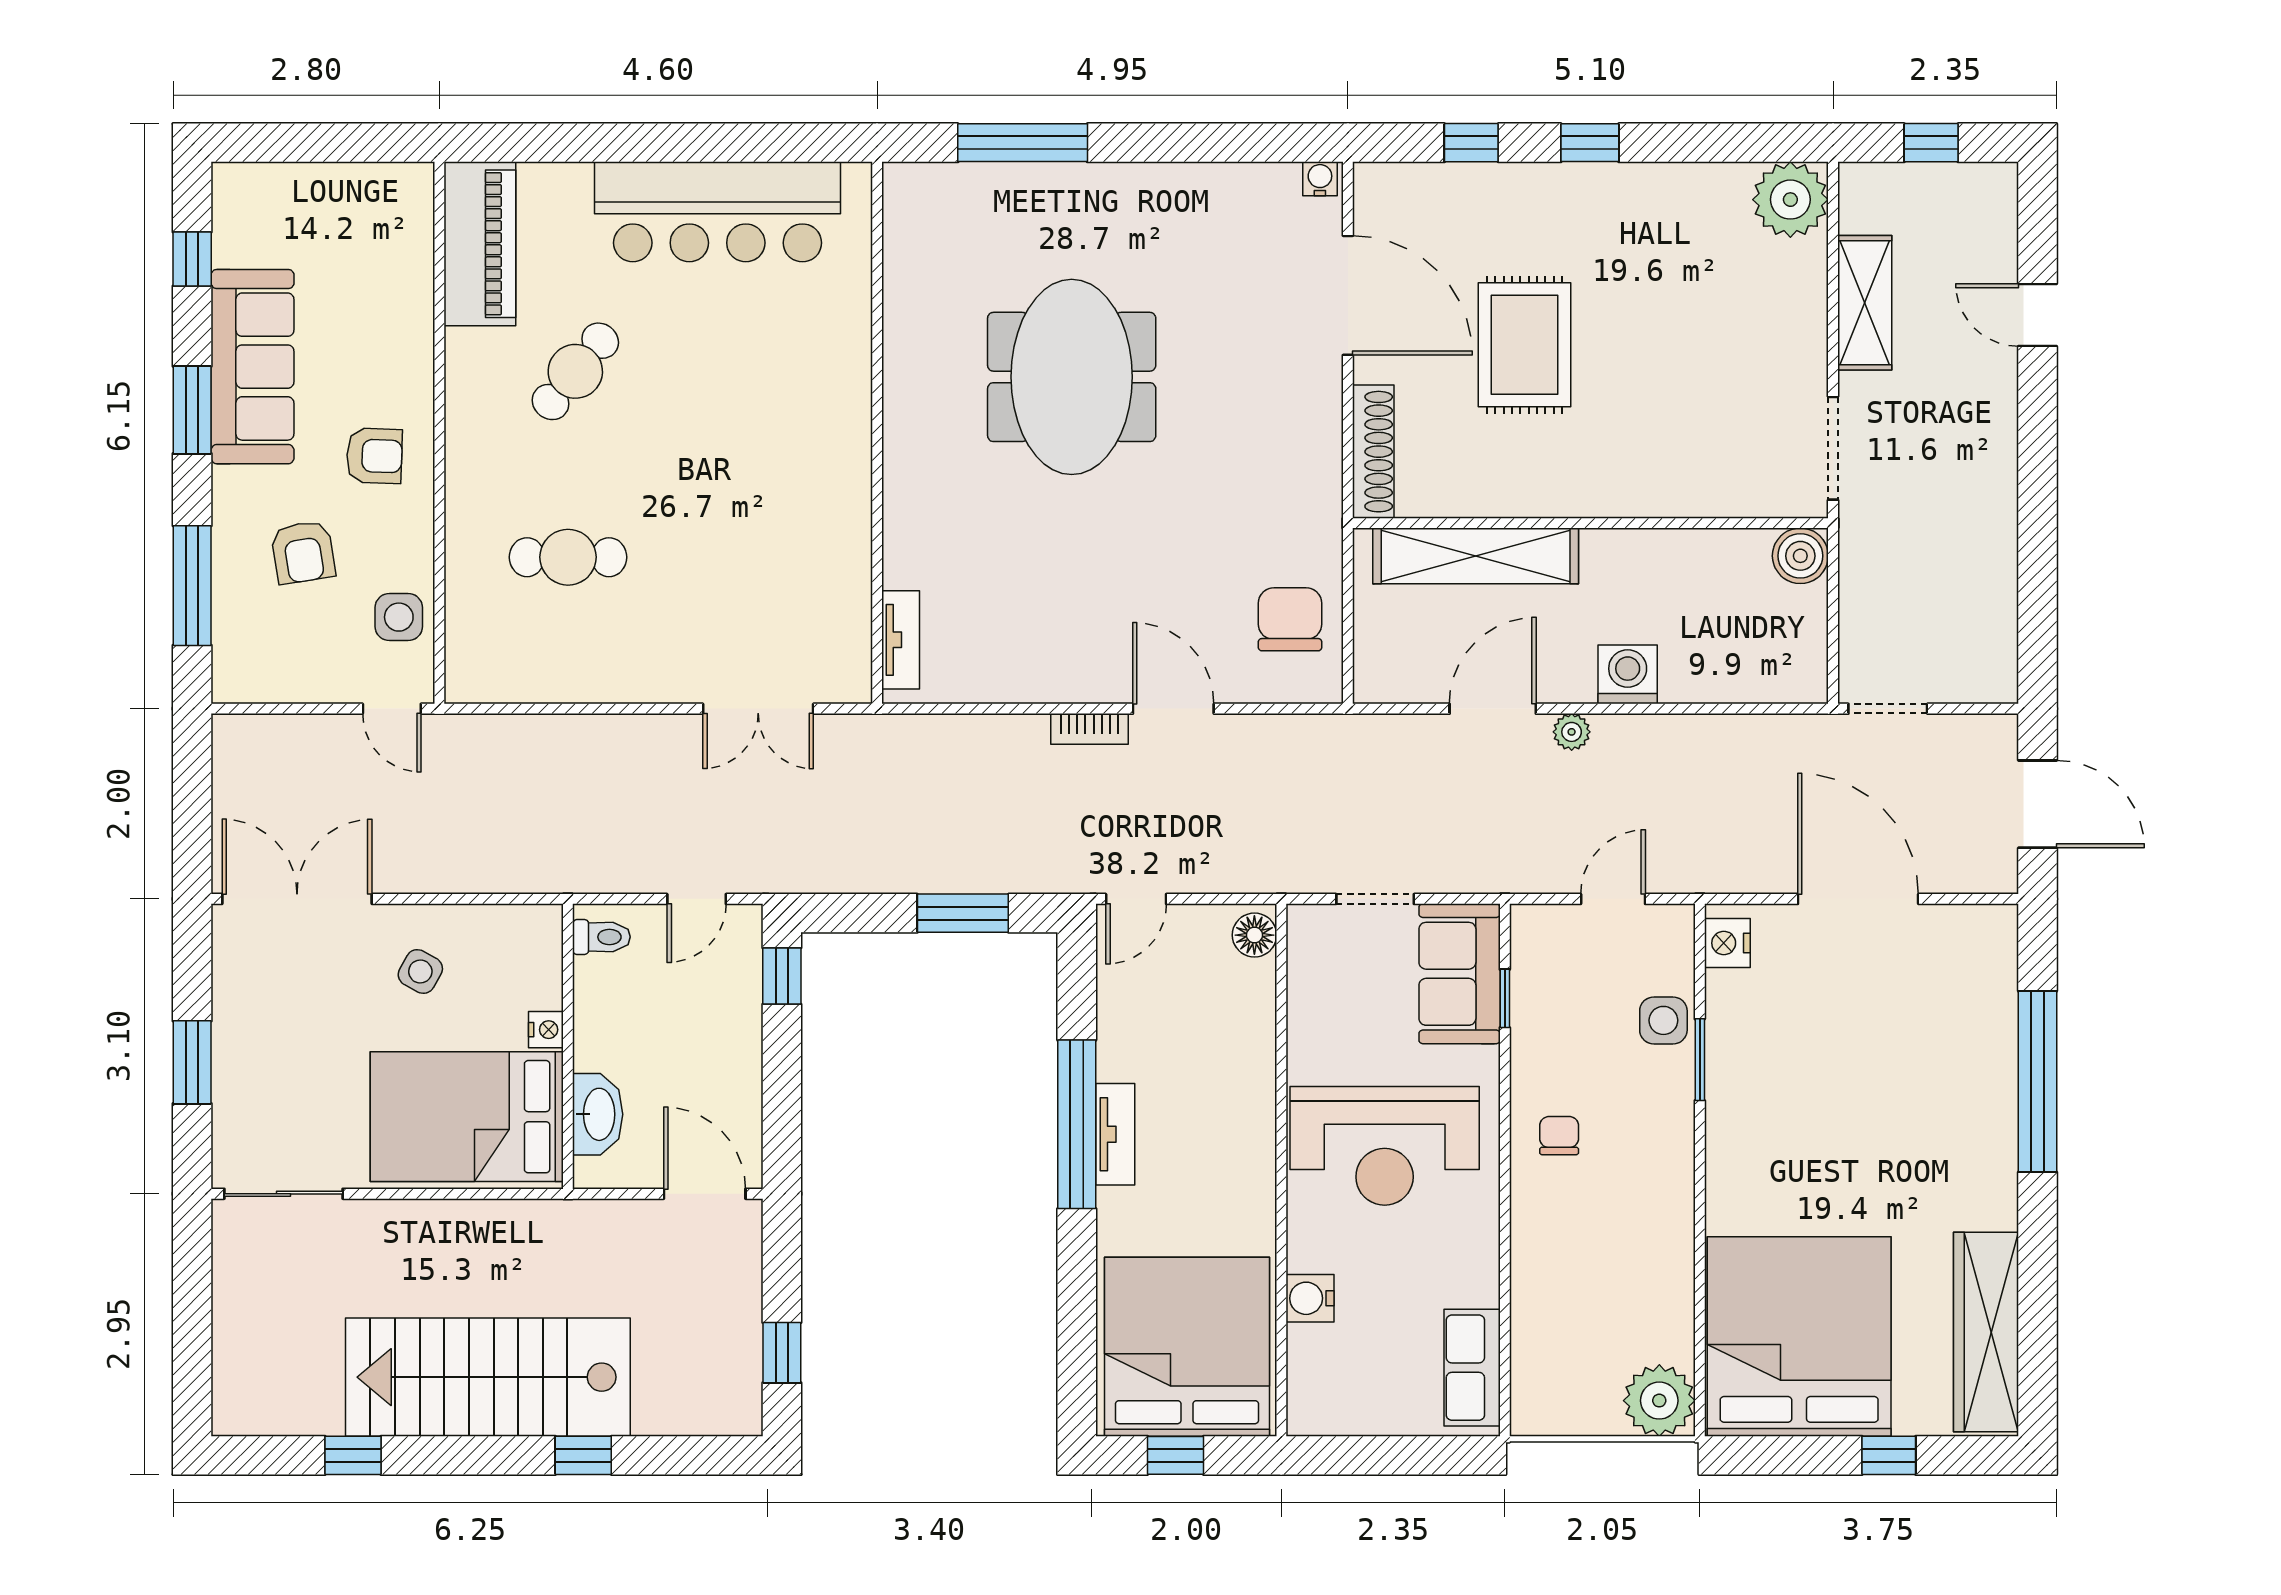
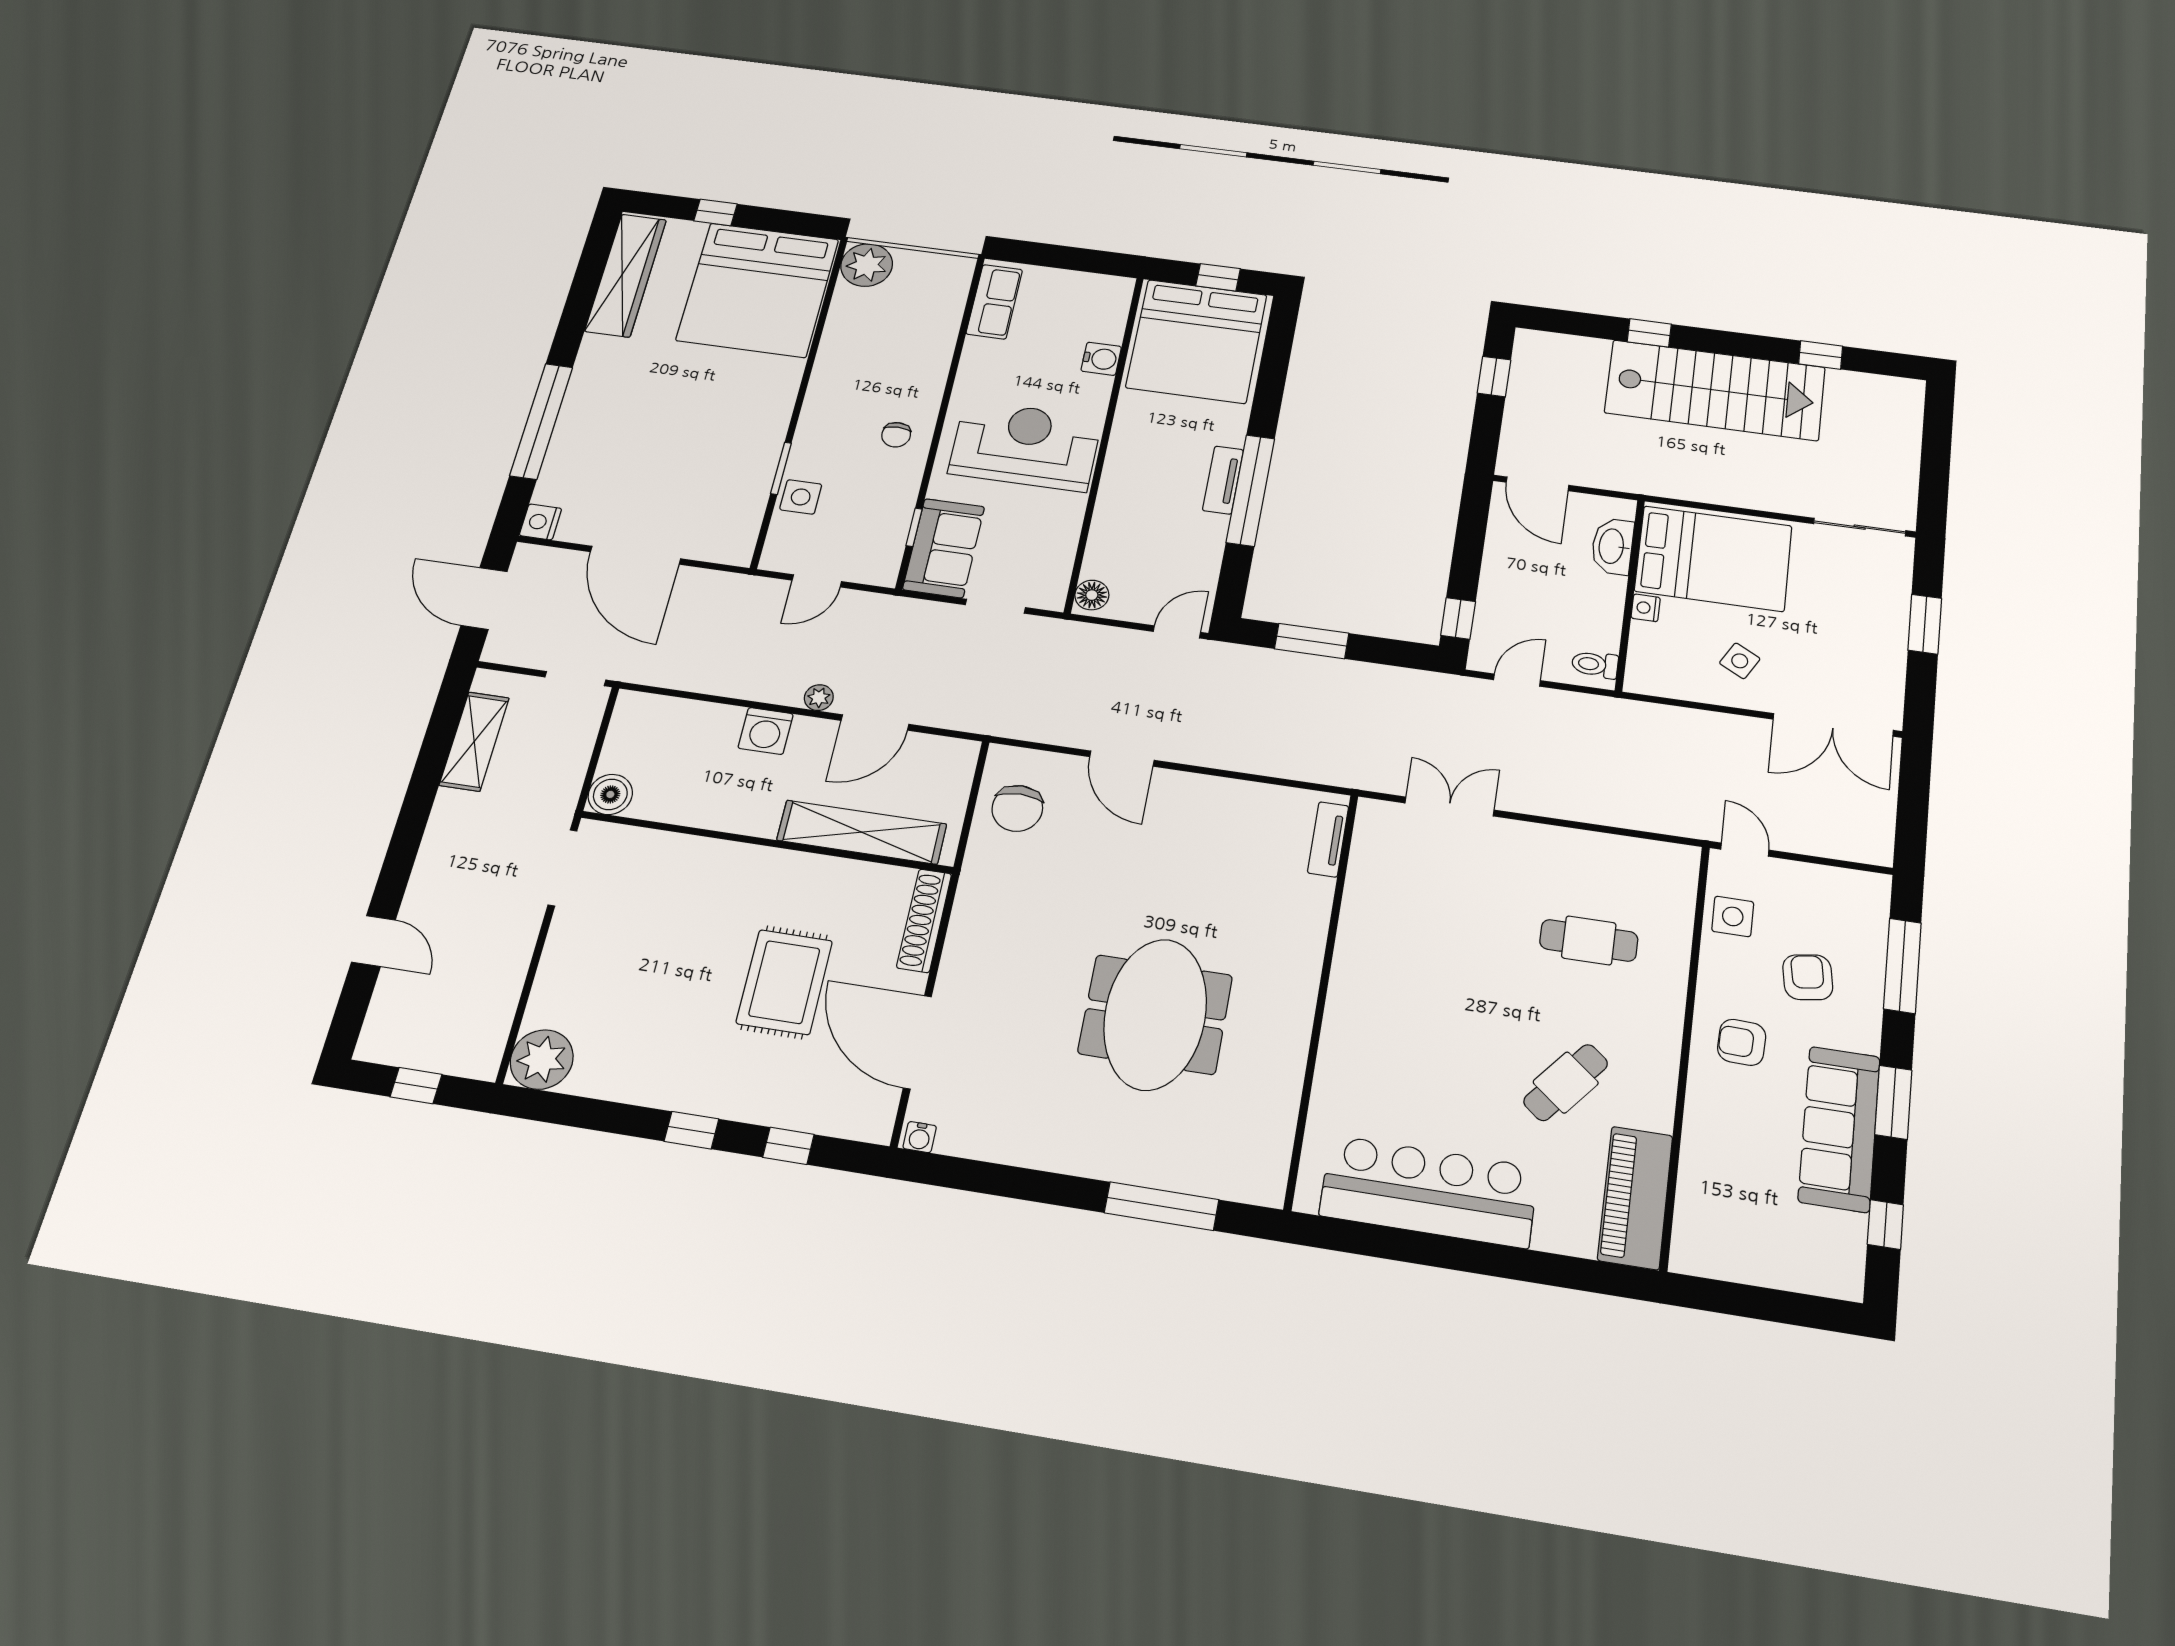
shelving: (1865, 303) -> (474, 741), moved
bookcase: (1090, 729) -> (1190, 754), removed
nightstand: (1727, 943) -> (540, 522), moved, turned 180

